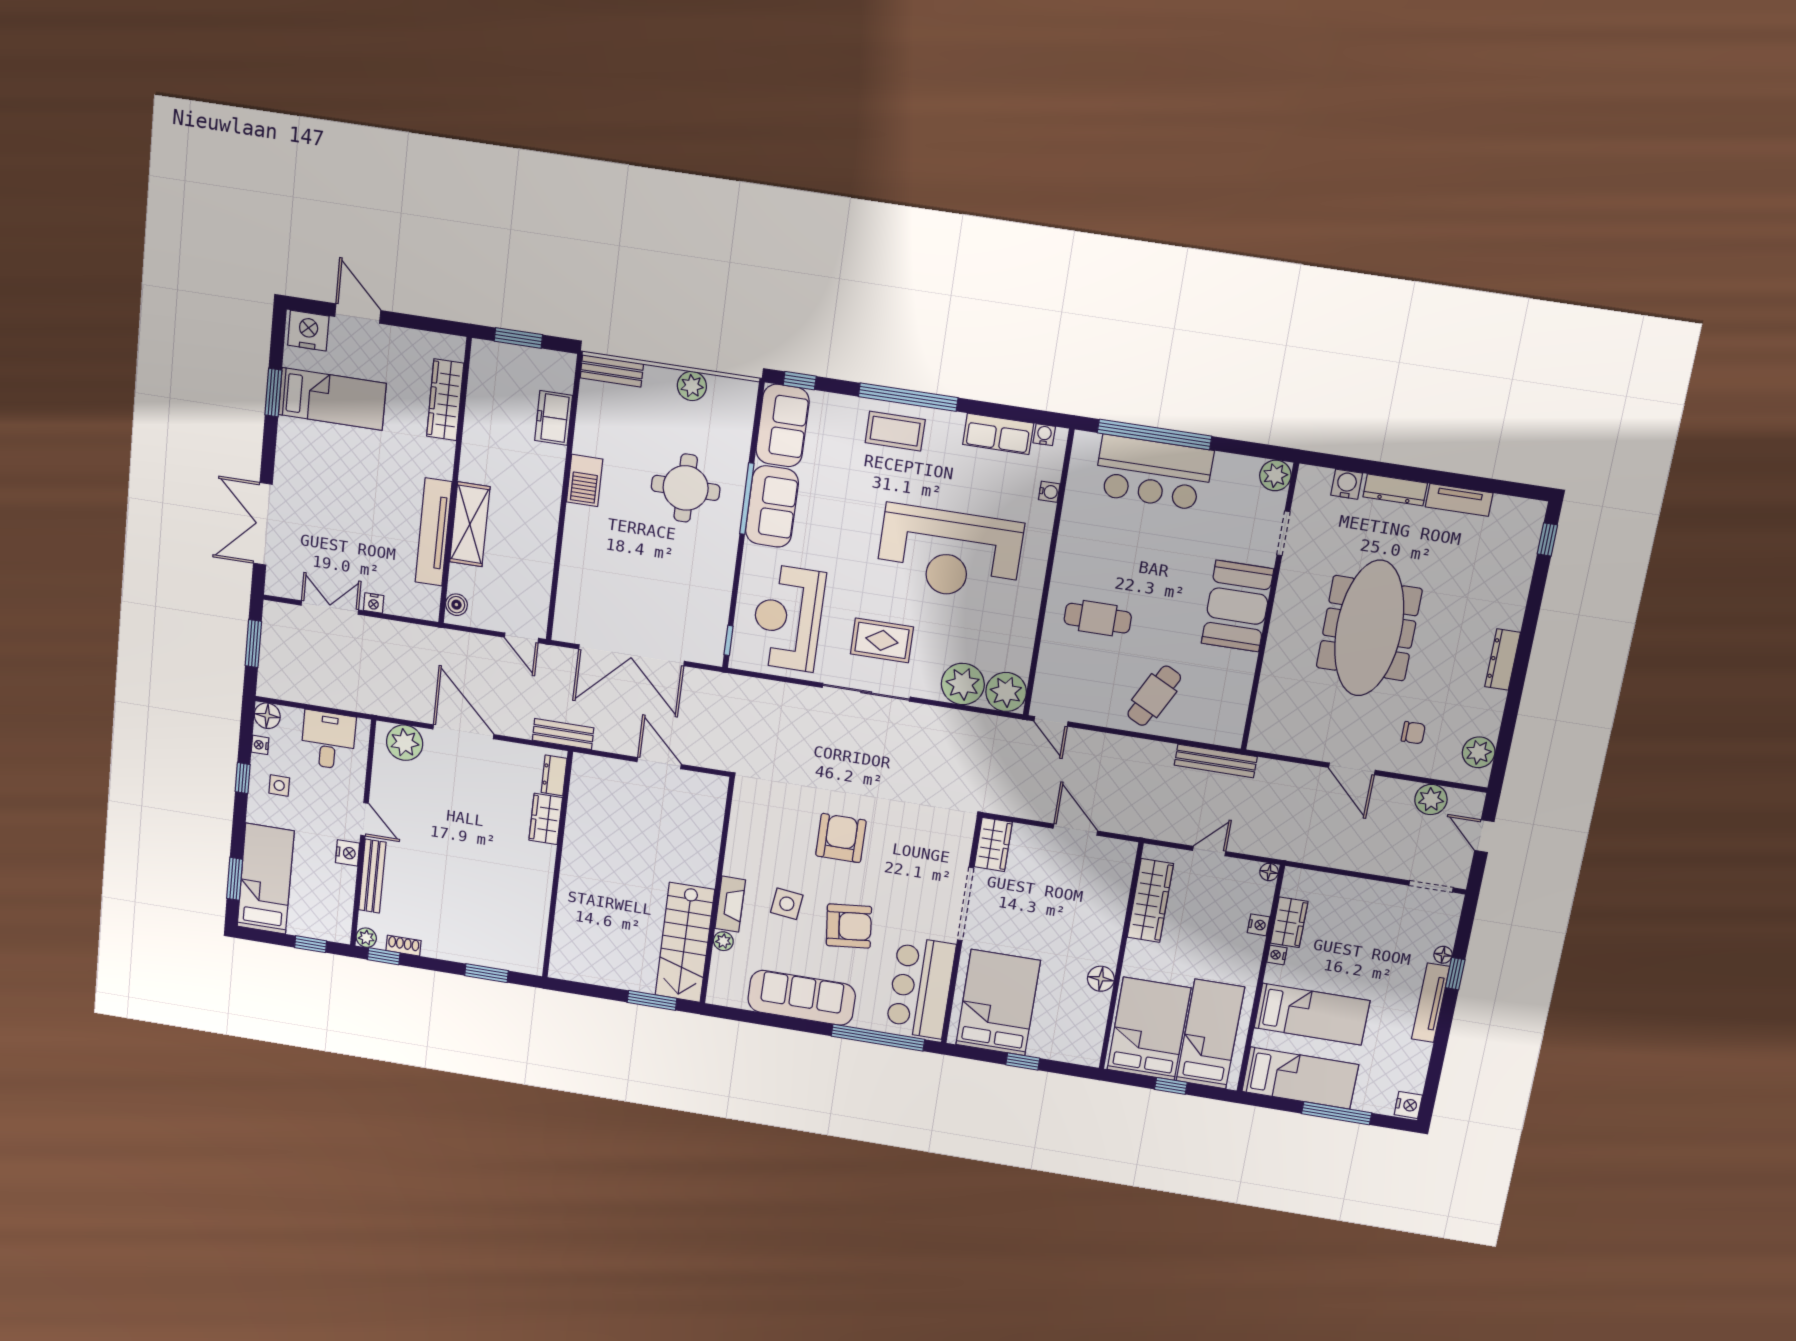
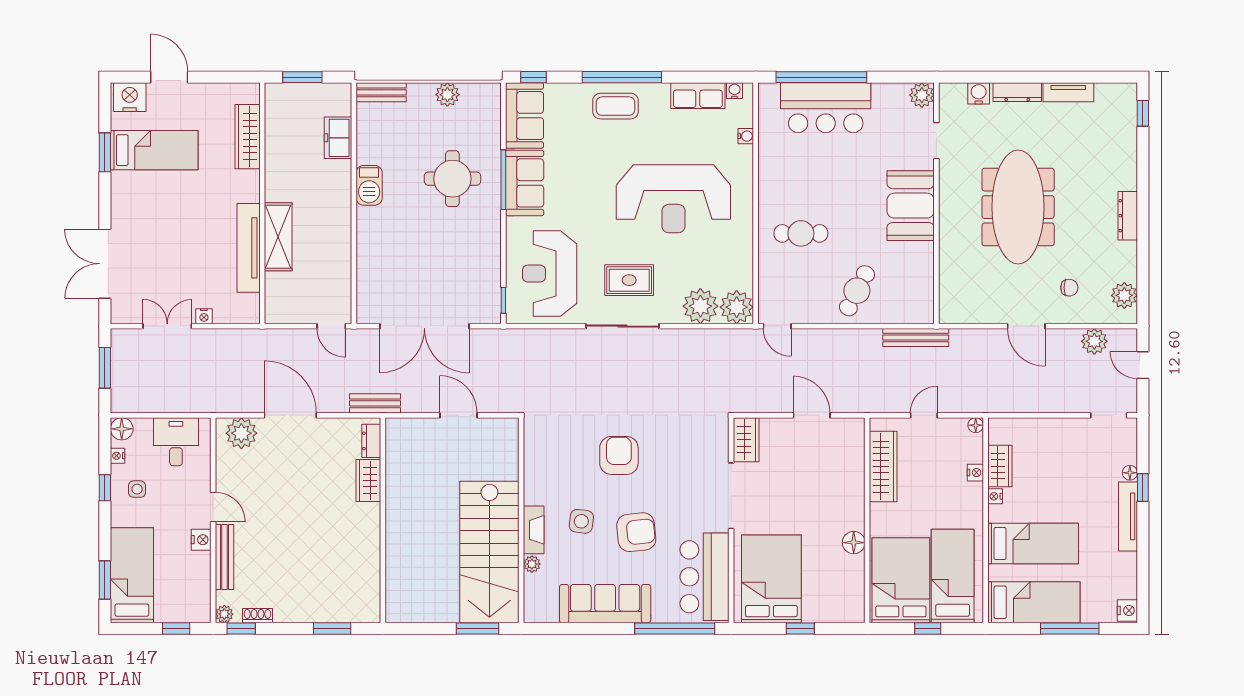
boiler: (456, 605) -> (274, 306), removed
stairs: (685, 943) -> (489, 552), width x1.36, depth x1.51

